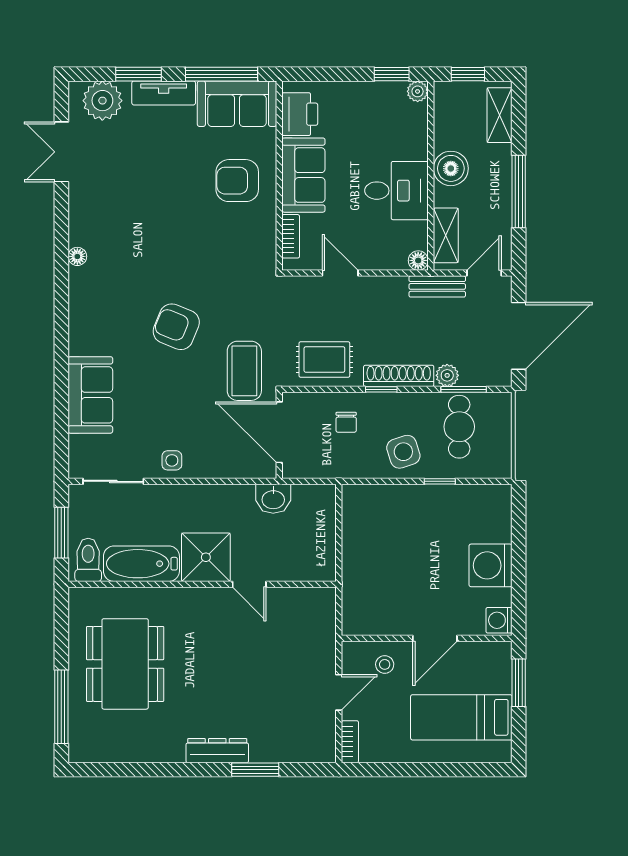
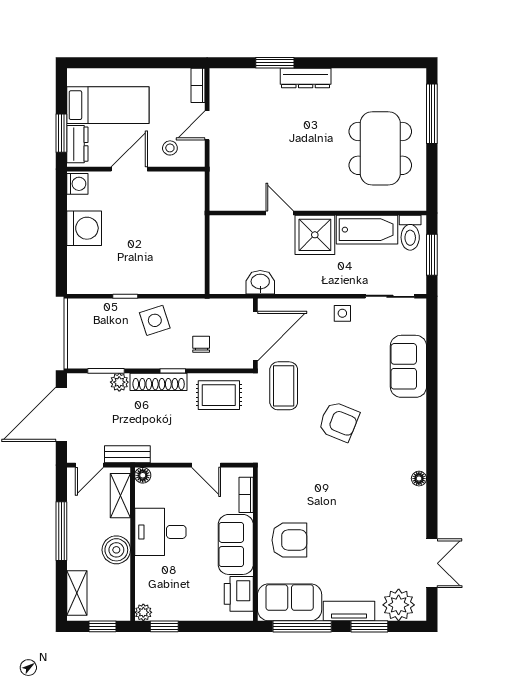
cafe table: (459, 427) -> (110, 341), removed
door: (279, 432) -> (255, 336), hinge flipped
dresser: (499, 669) -> (77, 144), added

